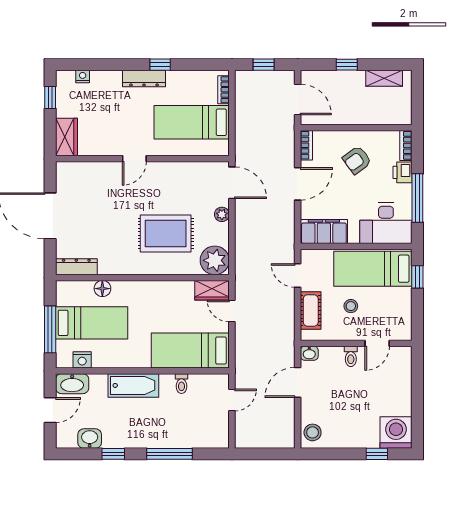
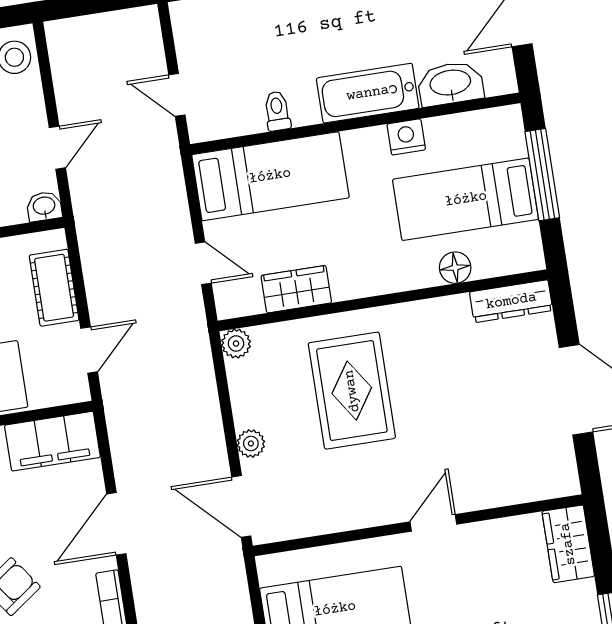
rug: (166, 233) -> (352, 391), turned 90
plant: (215, 260) -> (236, 343), width x0.53, depth x0.53
door: (298, 276) -> (89, 350), hinge flipped
wardrobe: (212, 290) -> (296, 289), moved
nightstand: (82, 360) -> (406, 137), moved
door: (298, 382) -> (57, 148), width x0.73
washbasin: (72, 384) -> (450, 84), moved
door: (232, 400) -> (177, 95), hinge flipped

